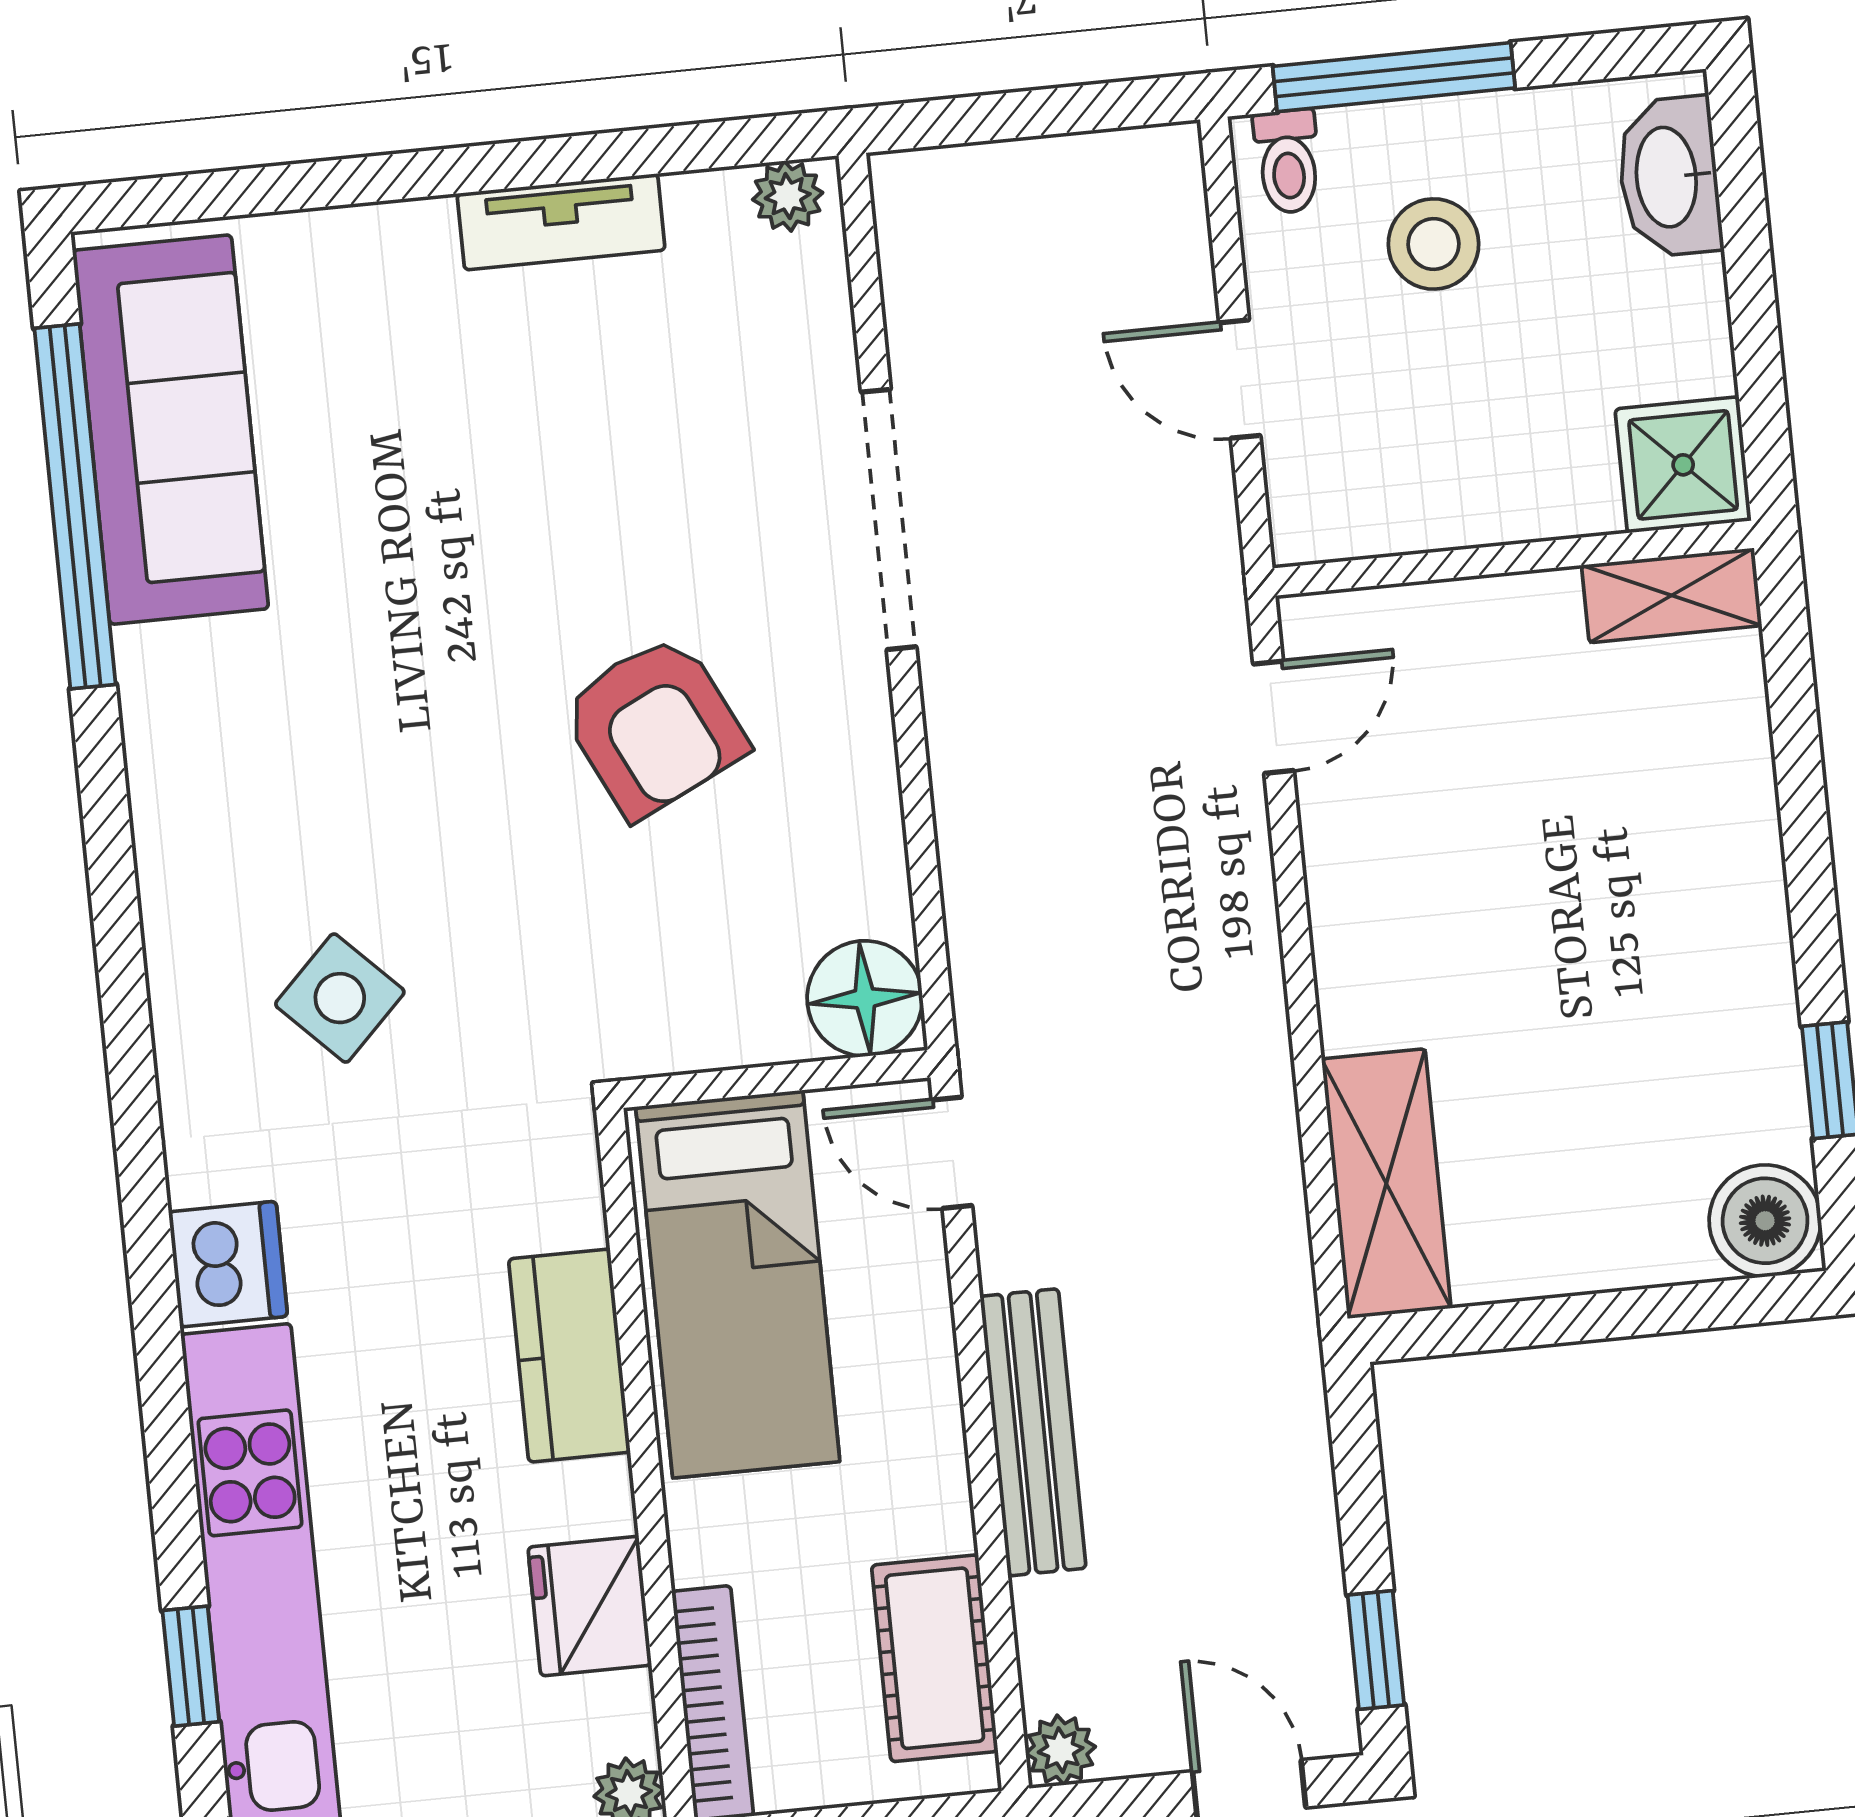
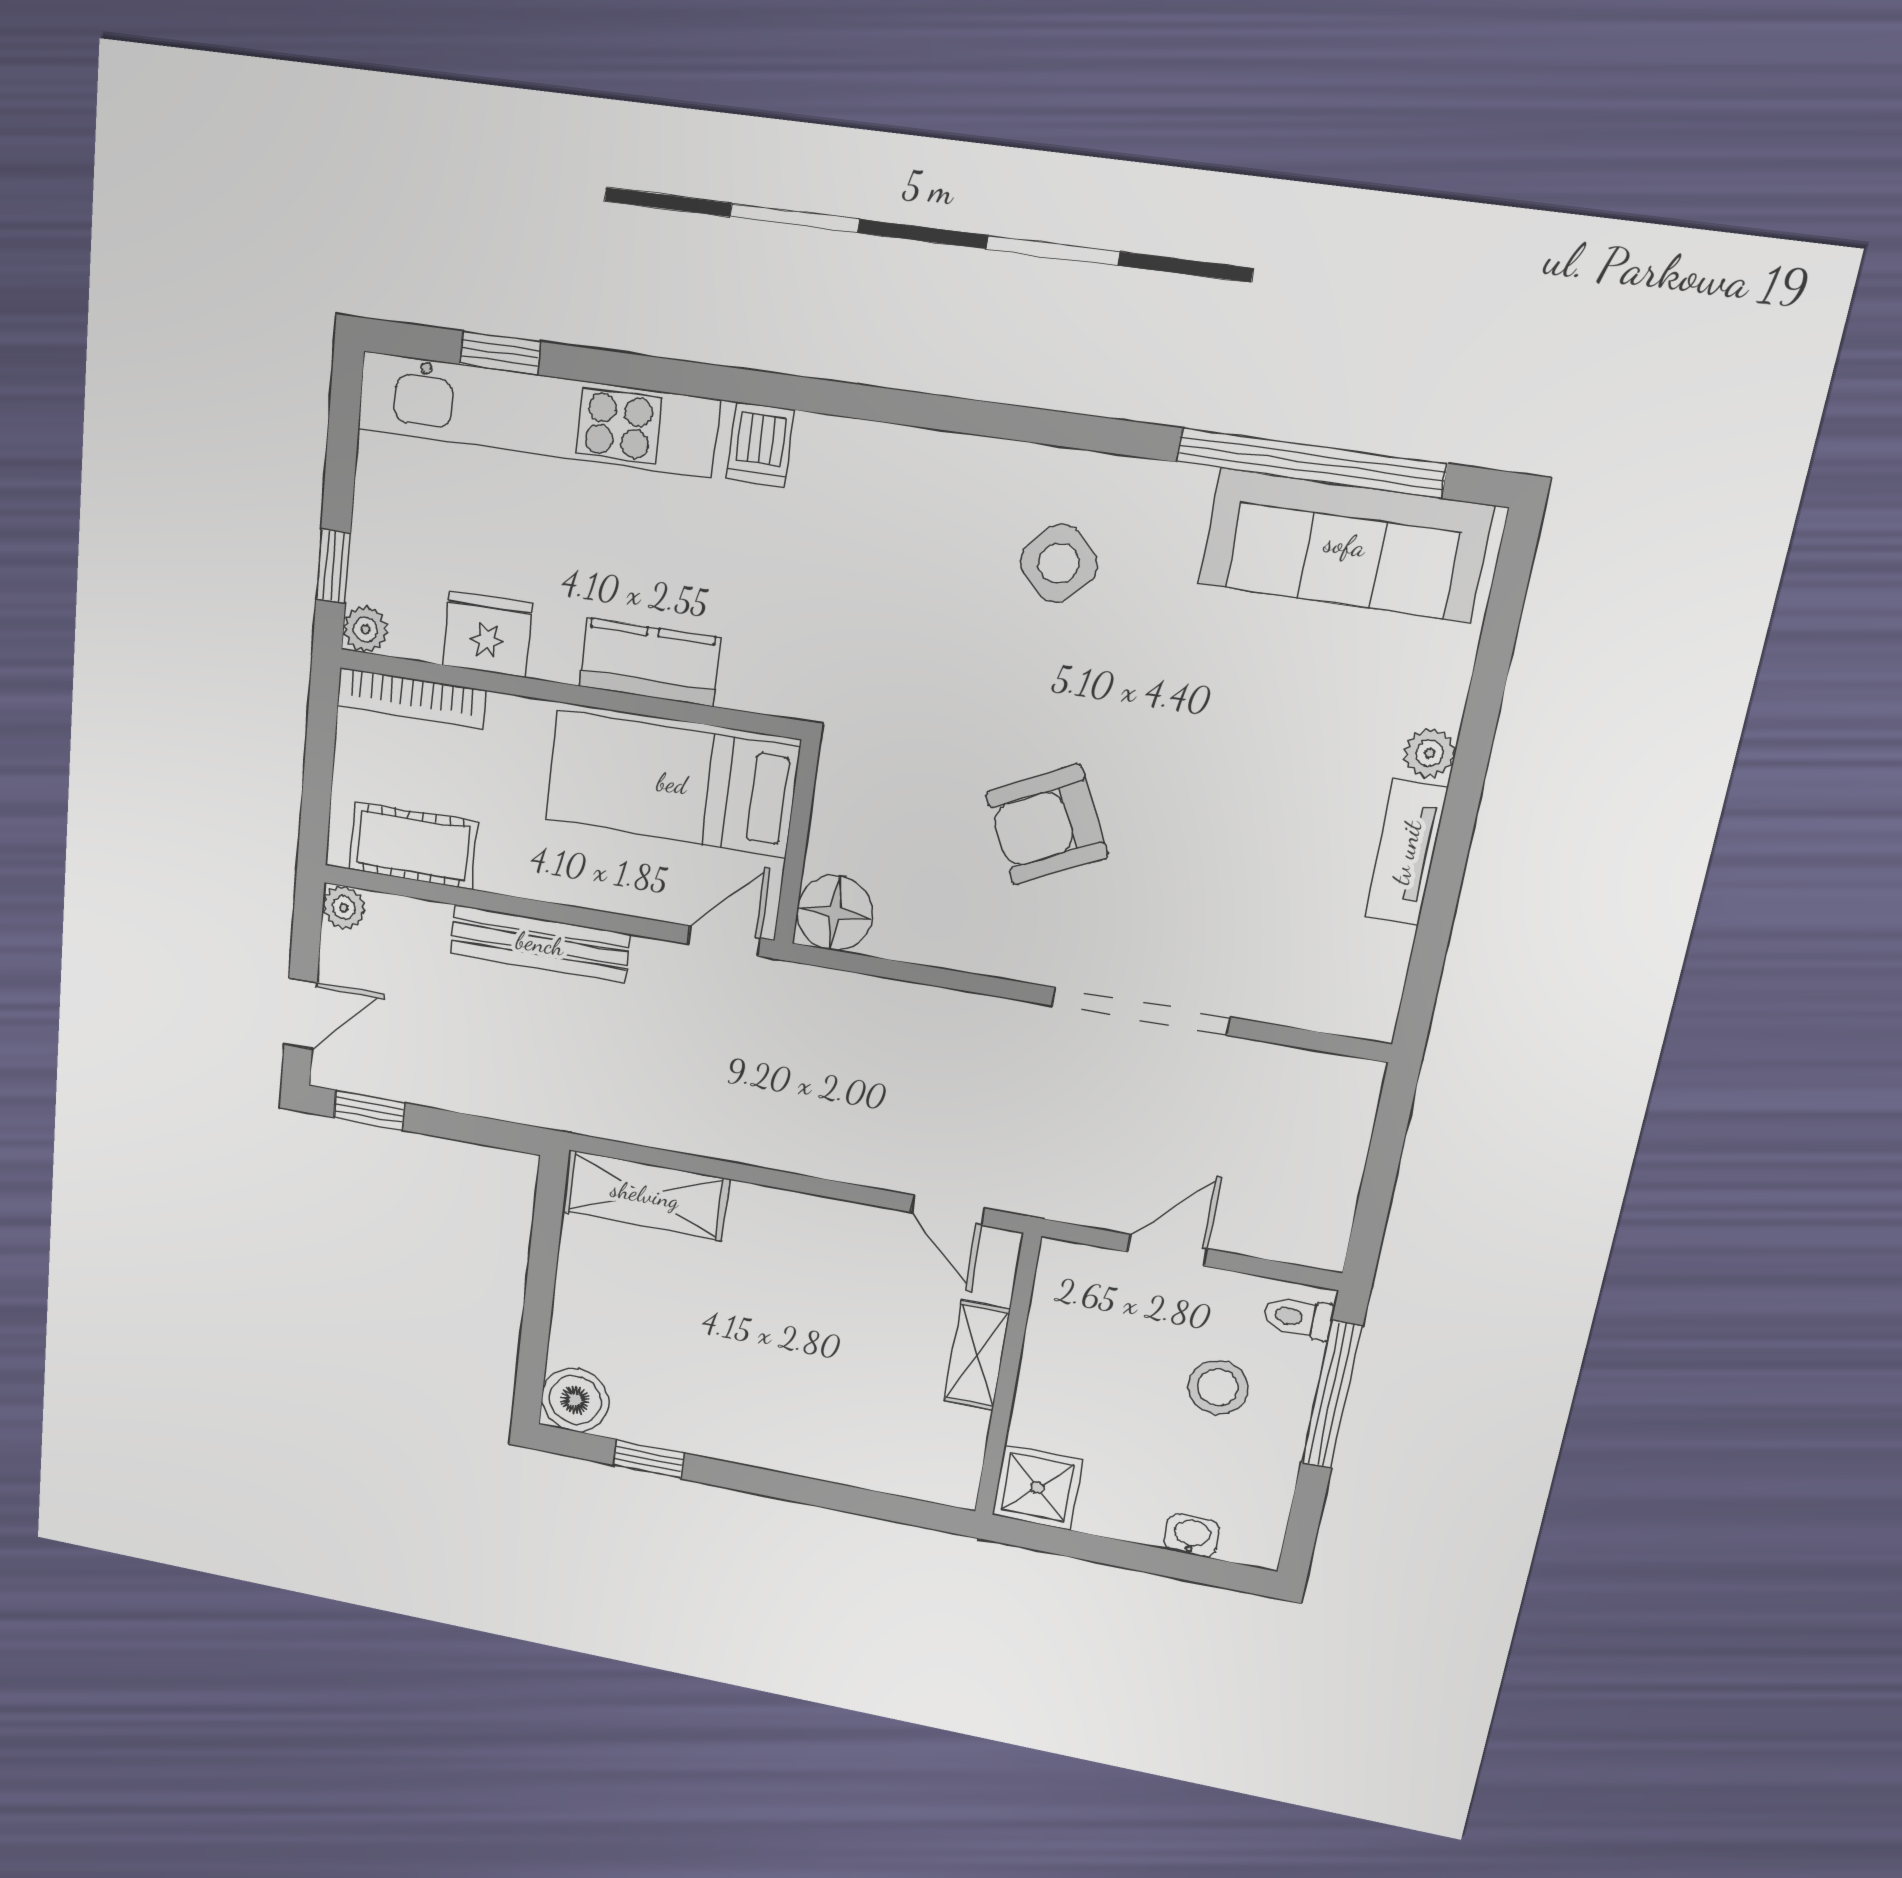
washbasin: (1669, 177) -> (1192, 1535), width x0.52, depth x0.69
plant: (788, 196) -> (1430, 753), moved
shelving: (1672, 595) -> (977, 1355), moved
side table: (340, 998) -> (1059, 563), moved
dishwasher: (228, 1264) -> (760, 445), width x0.73

